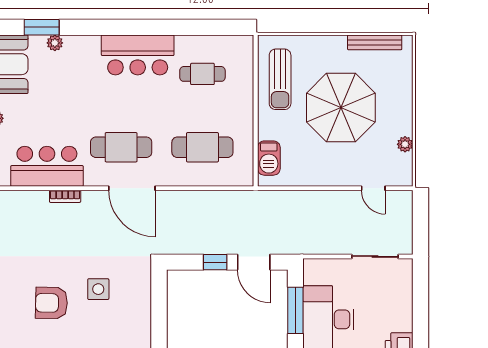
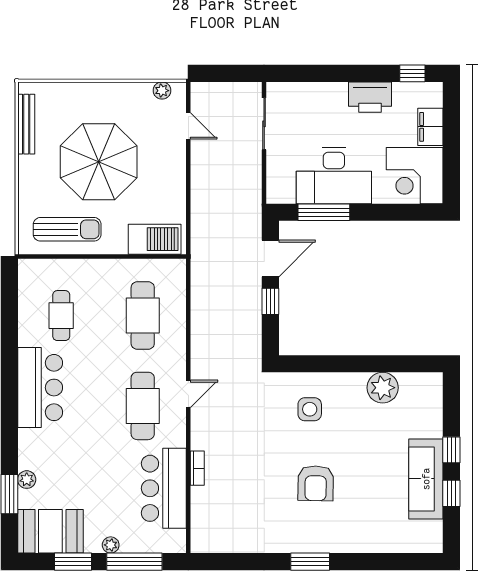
plant: (405, 144) -> (162, 91), moved
barbecue: (269, 158) -> (155, 239), width x1.37, depth x1.21
door: (132, 188) -> (188, 394), width x0.53
door: (373, 188) -> (188, 126), hinge flipped
side table: (98, 289) -> (310, 409), moved

